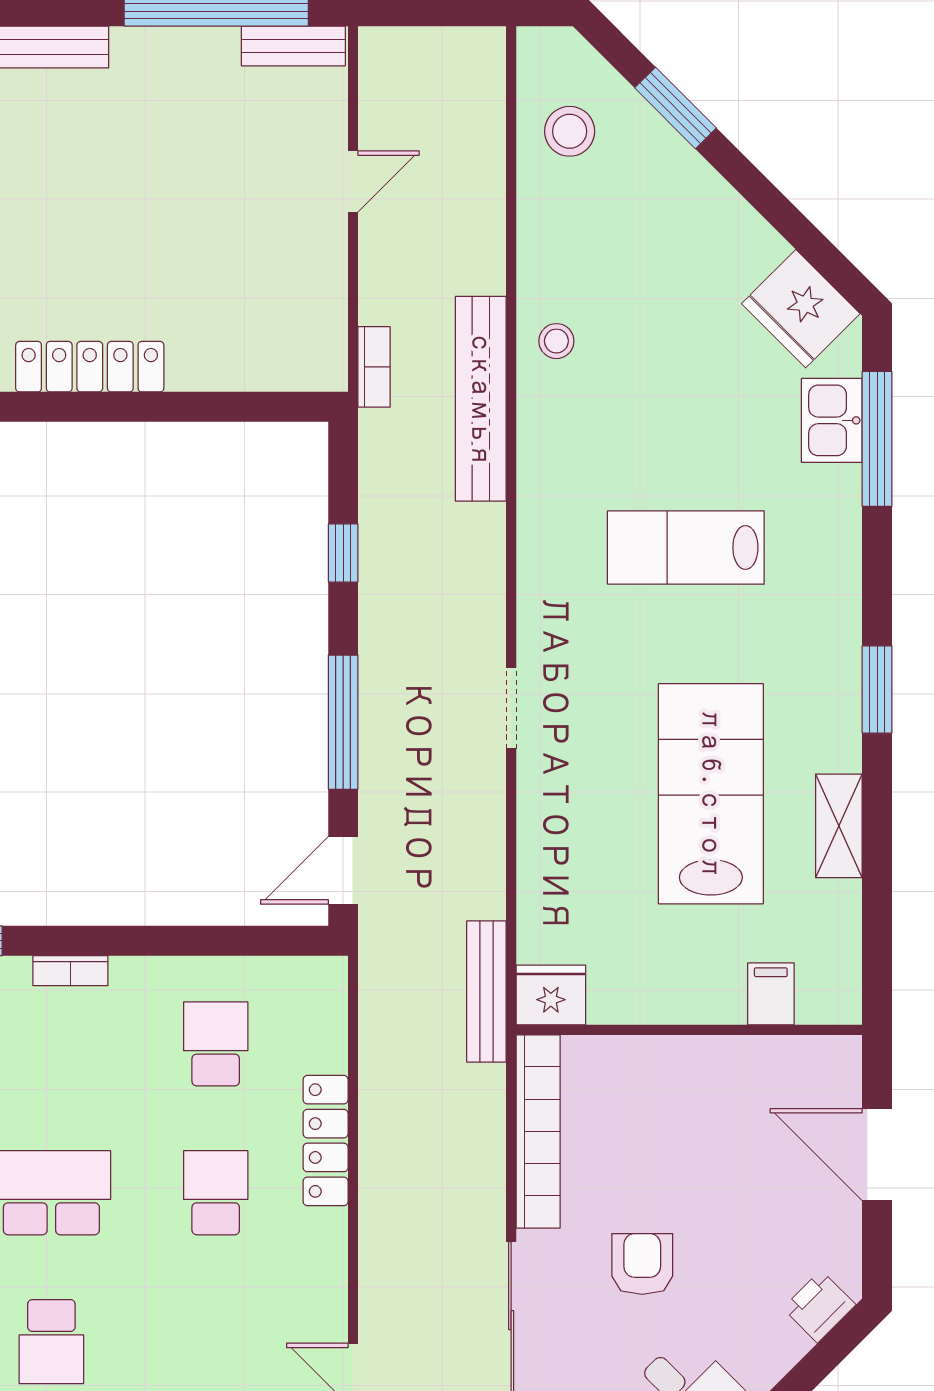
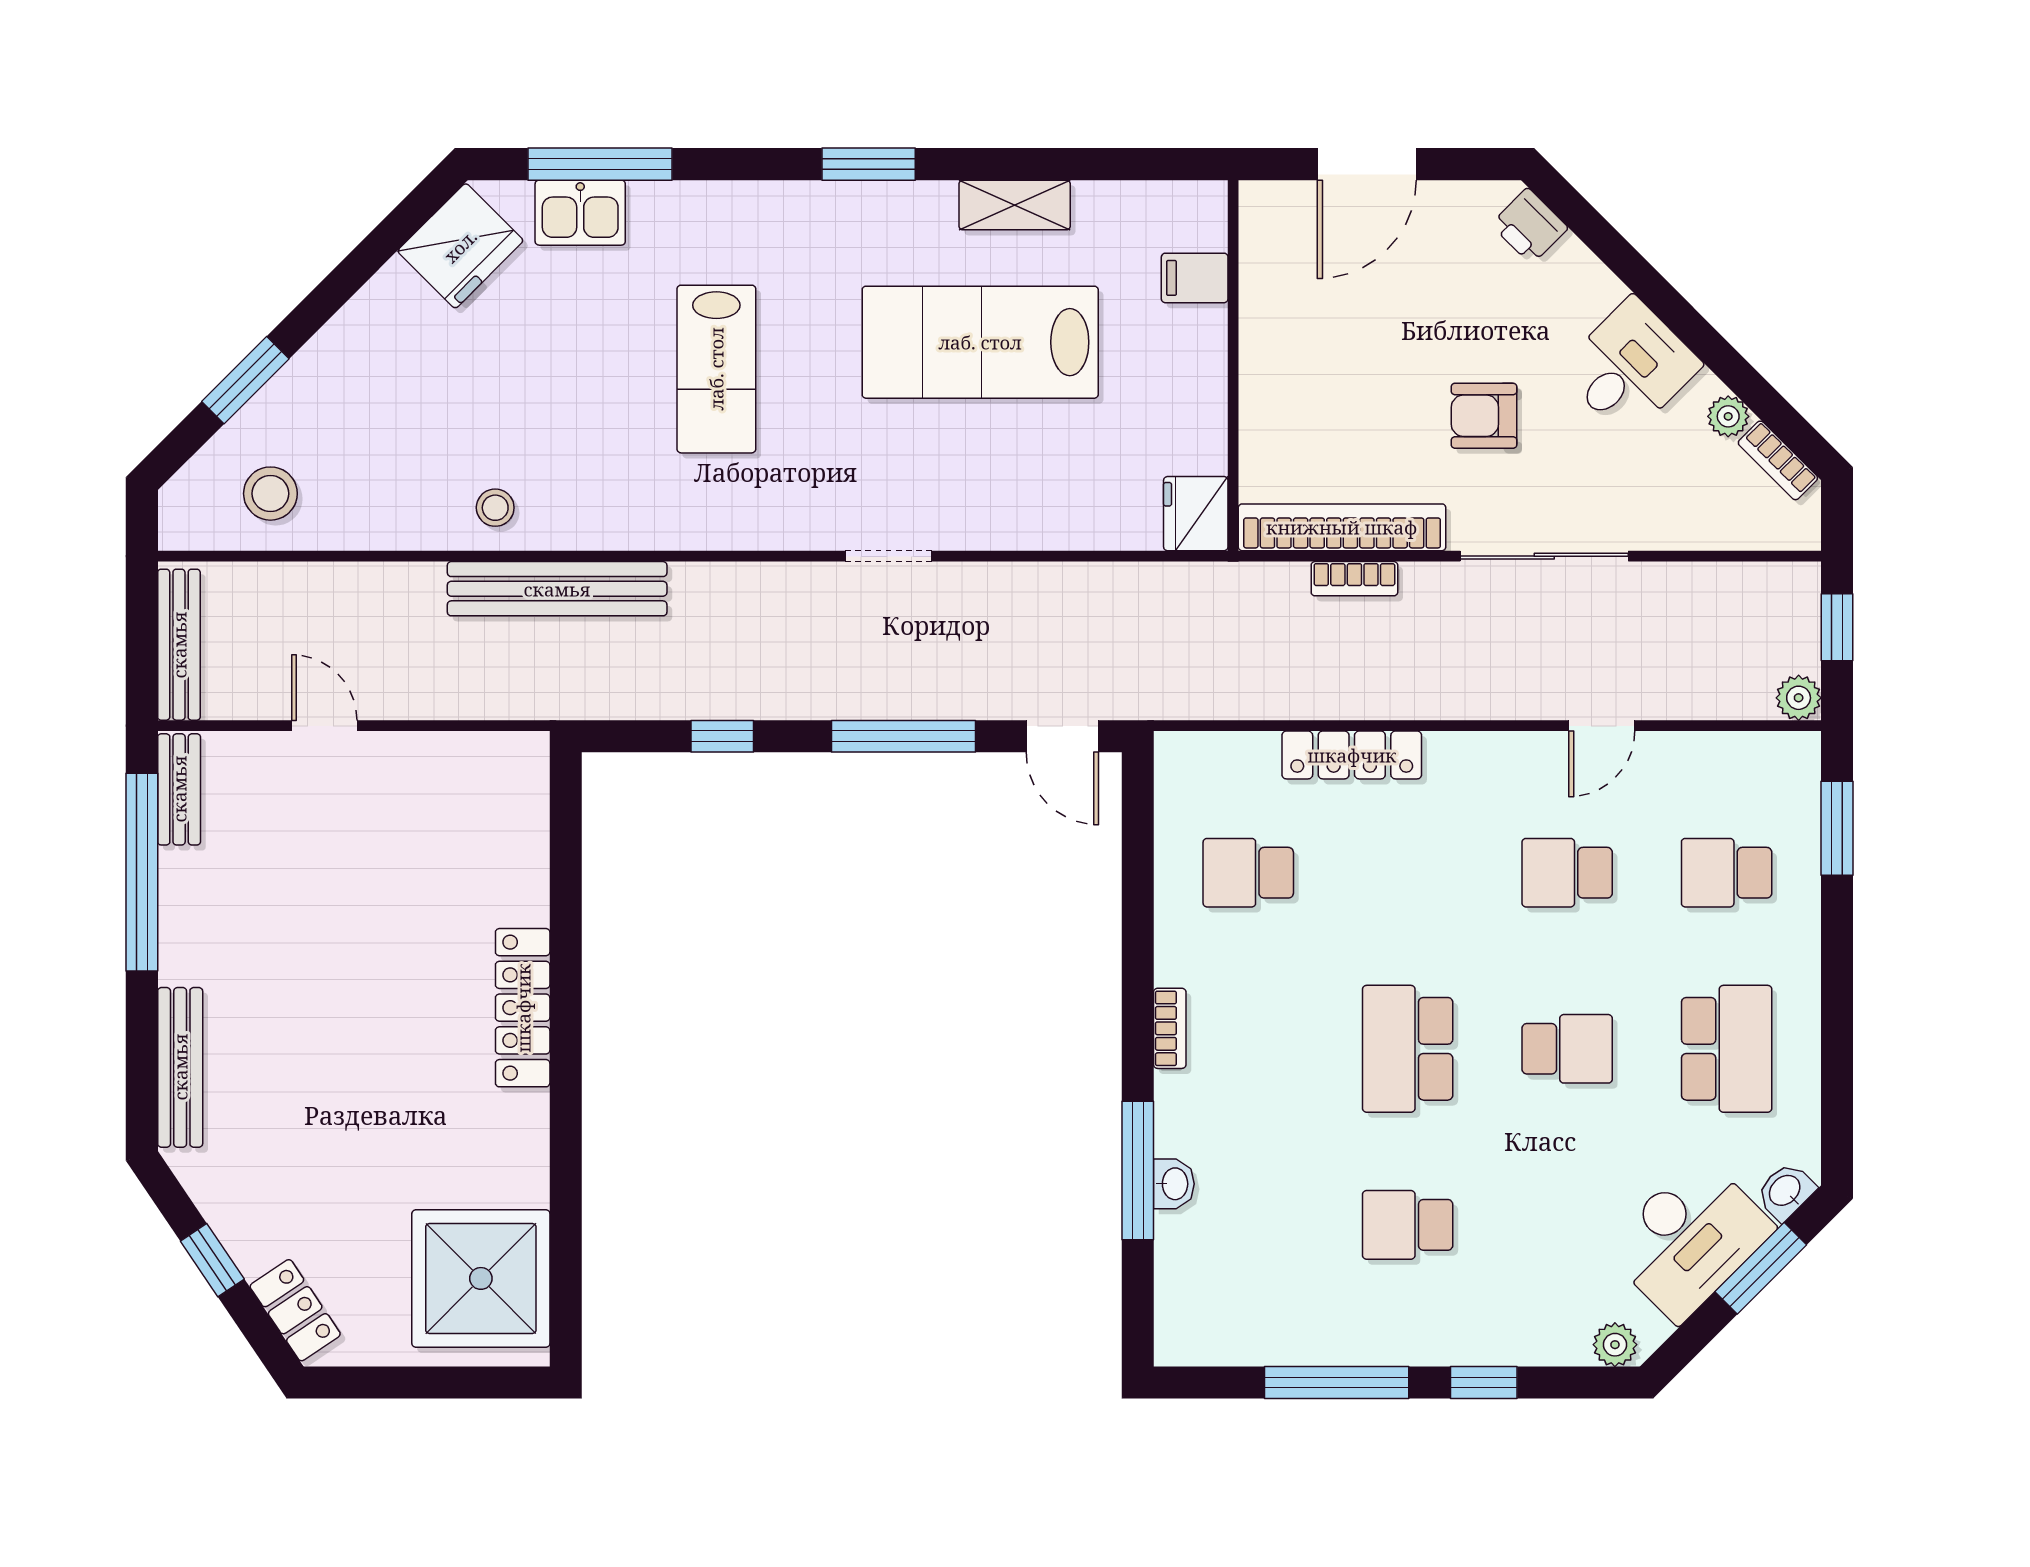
bookcase: (374, 367) -> (1354, 579), moved, turned 180
bench: (486, 991) -> (179, 645), moved, turned 90
school desk: (216, 1193) -> (1567, 873), moved

